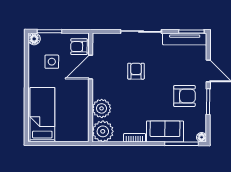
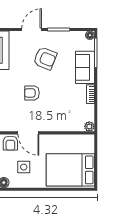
armchair: (184, 96) -> (45, 58), moved, turned 112
plant: (102, 108) -> (65, 123), removed
bed: (42, 115) -> (70, 170), width x1.50
plant: (103, 131) -> (89, 126), width x0.53, depth x0.53

